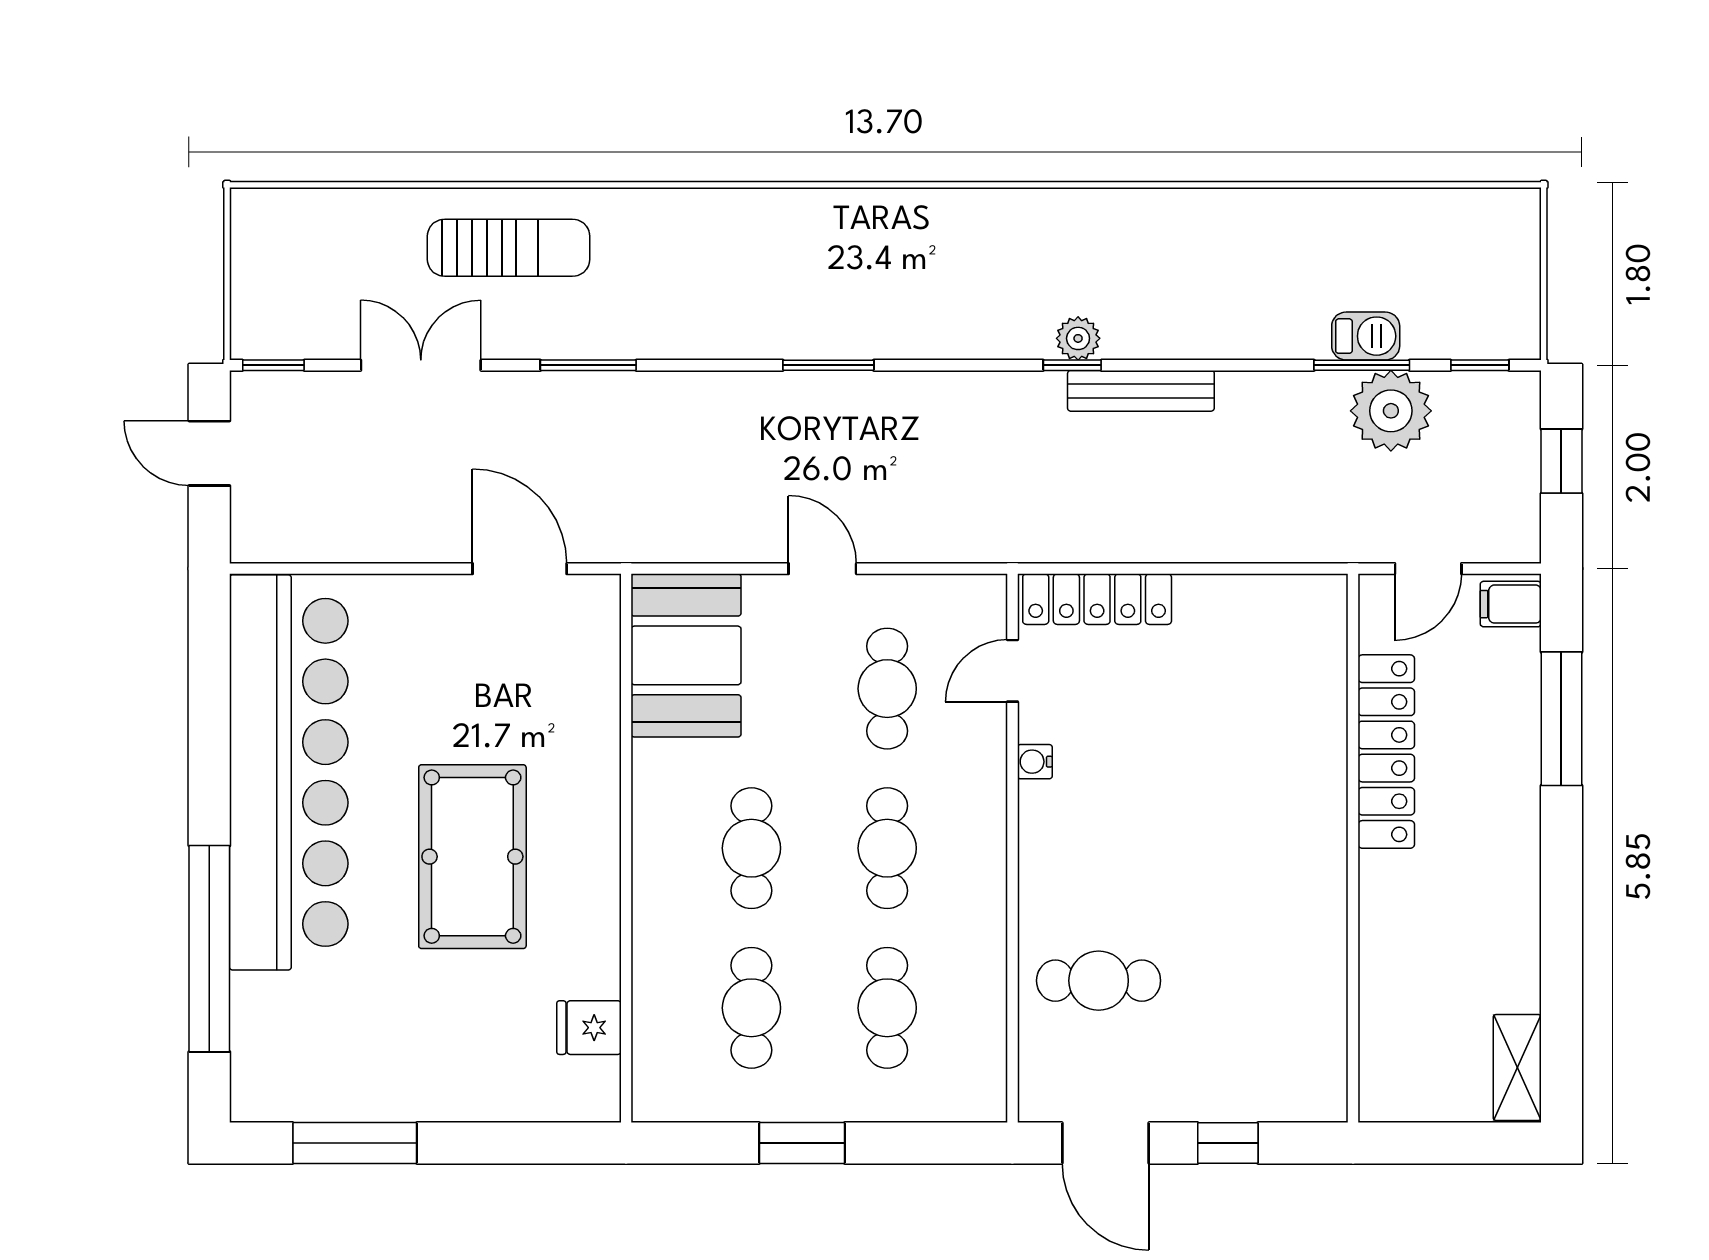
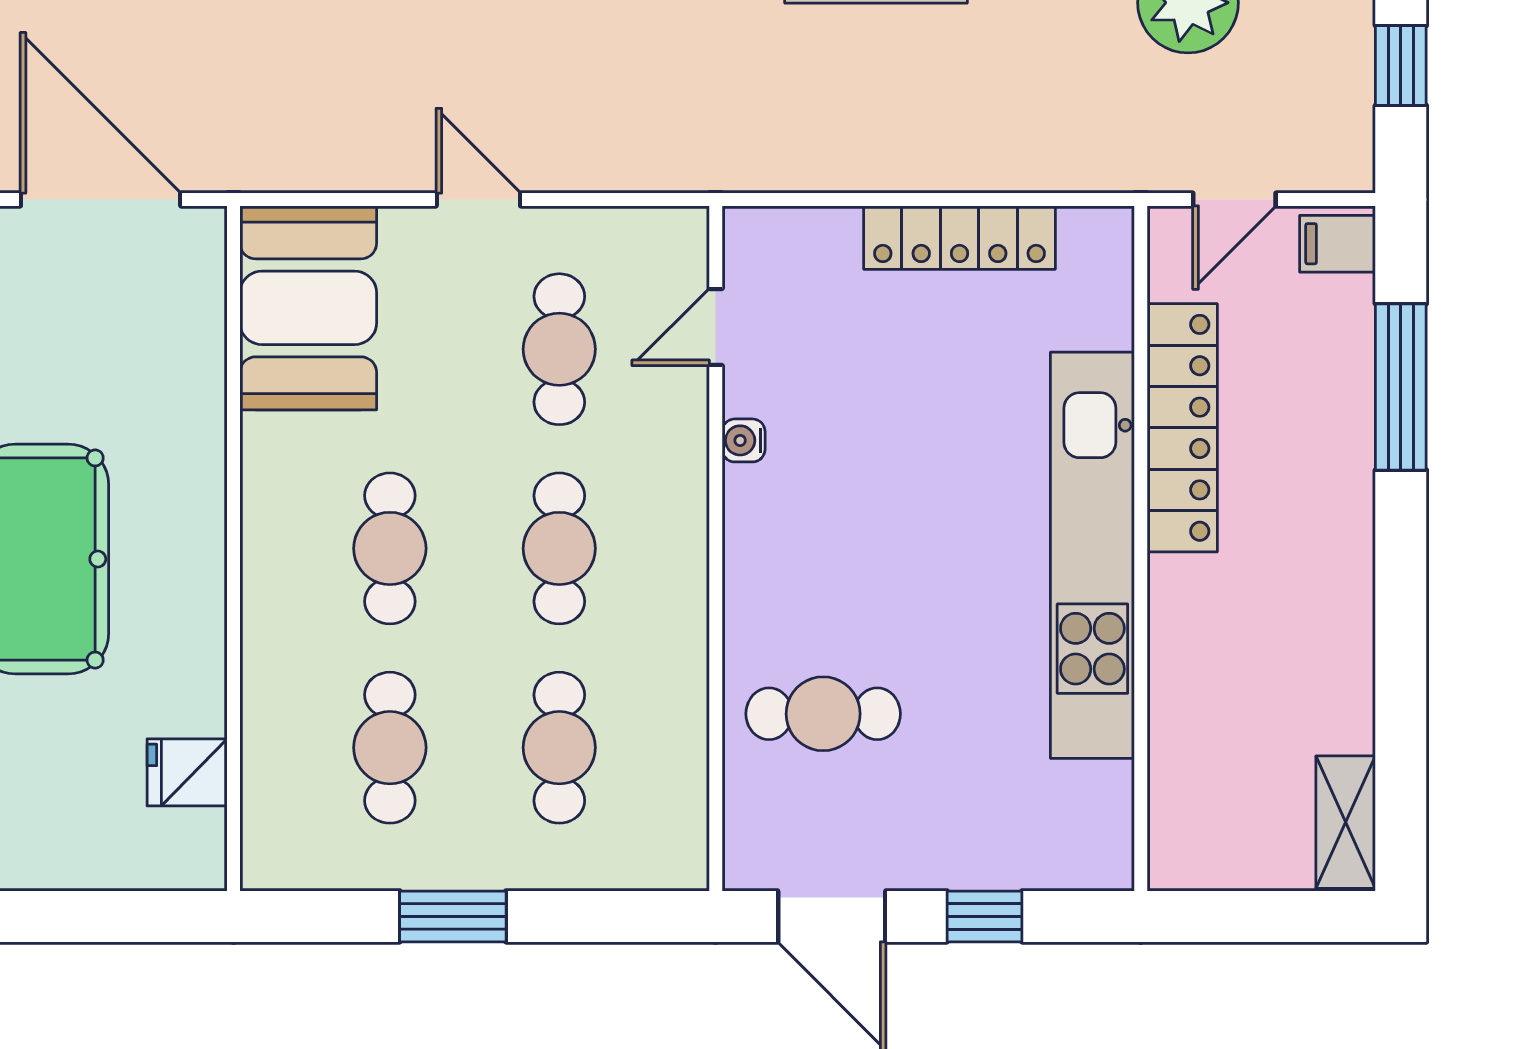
door: (520, 569) -> (101, 199), width x1.36
locker: (1097, 599) -> (960, 238), moved
kitchen unit: (1314, 854) -> (1092, 555), added

